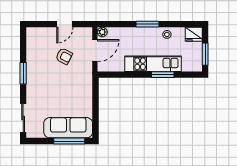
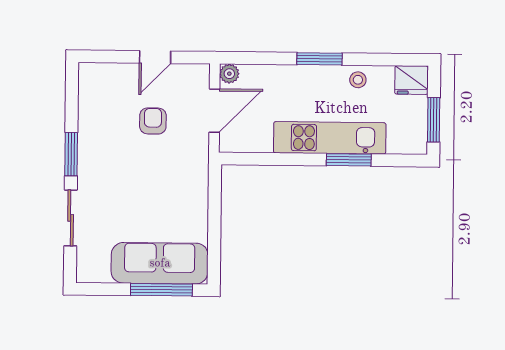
armchair: (64, 56) -> (153, 121), turned -117
sliding door: (23, 118) -> (71, 218), moved

